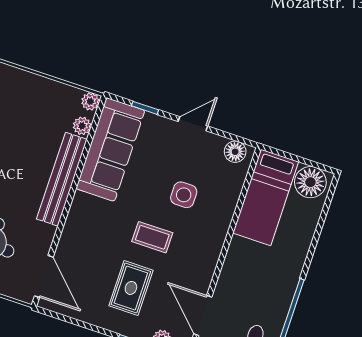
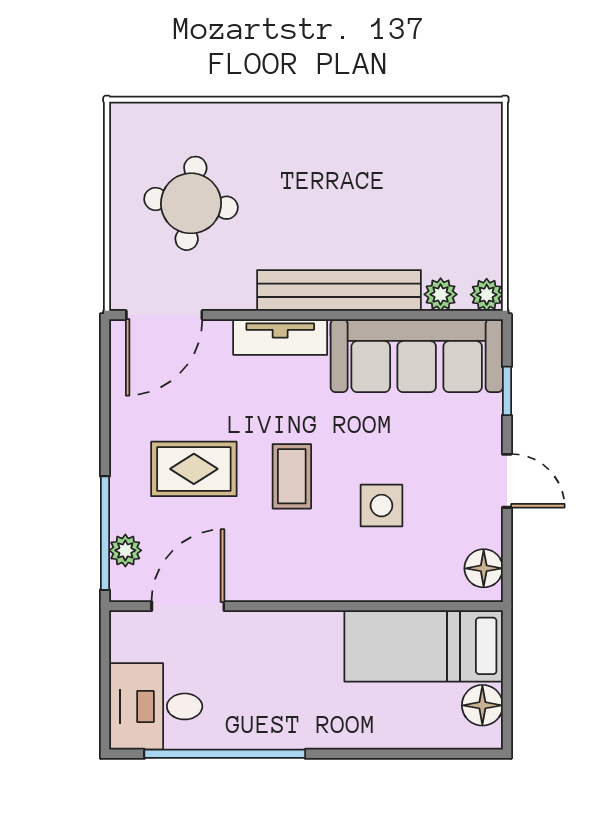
floor lamp: (310, 182) -> (482, 705), width x0.73, depth x0.73
tv unit: (76, 219) -> (280, 337), added

